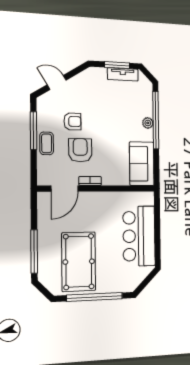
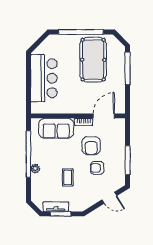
window: (156, 120) -> (28, 154), moved
coffee table: (47, 143) -> (68, 177), moved
sofa: (142, 164) -> (56, 128), moved, turned 90

